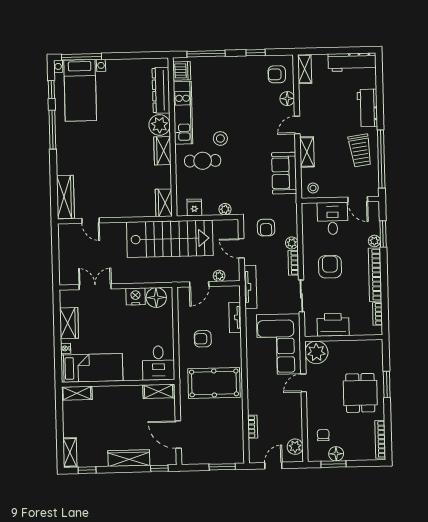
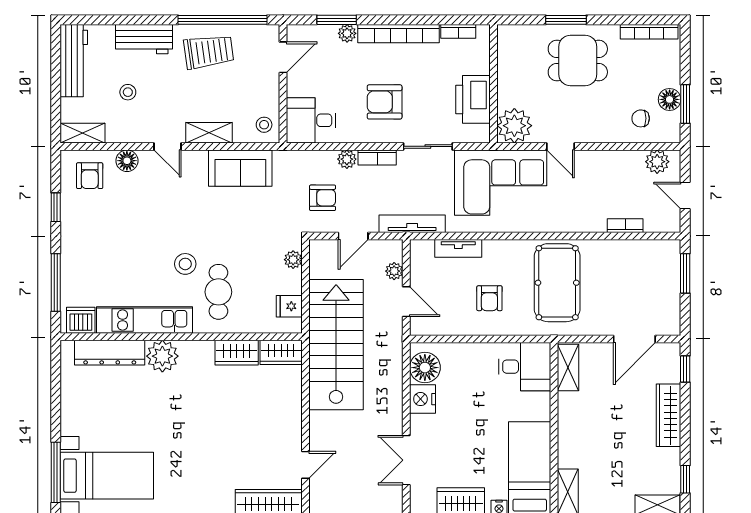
stool: (332, 98) -> (128, 92), added
wardrobe: (162, 151) -> (237, 353), moved
desk: (333, 218) -> (311, 120), moved

